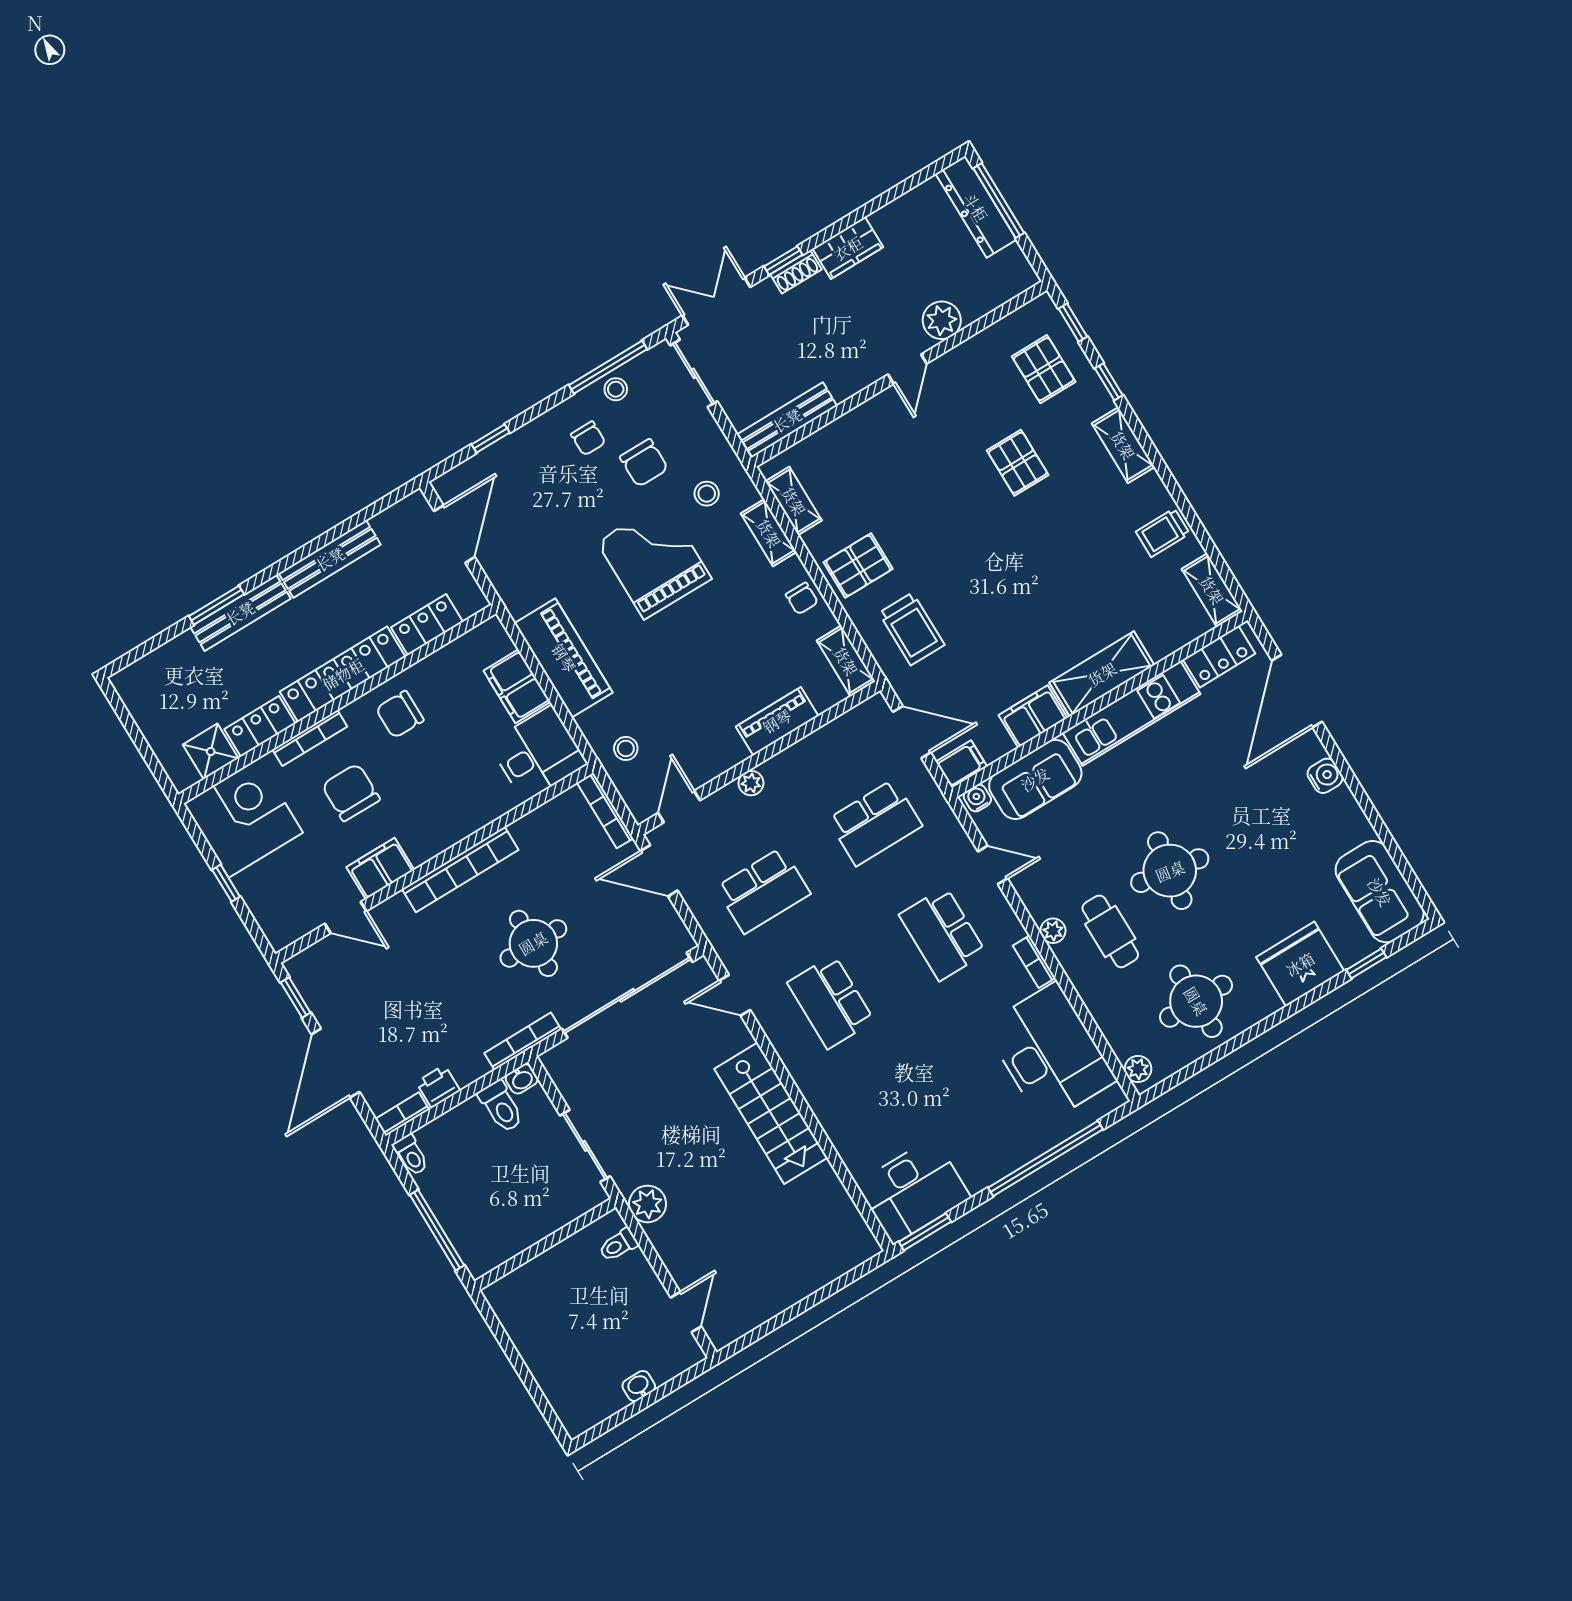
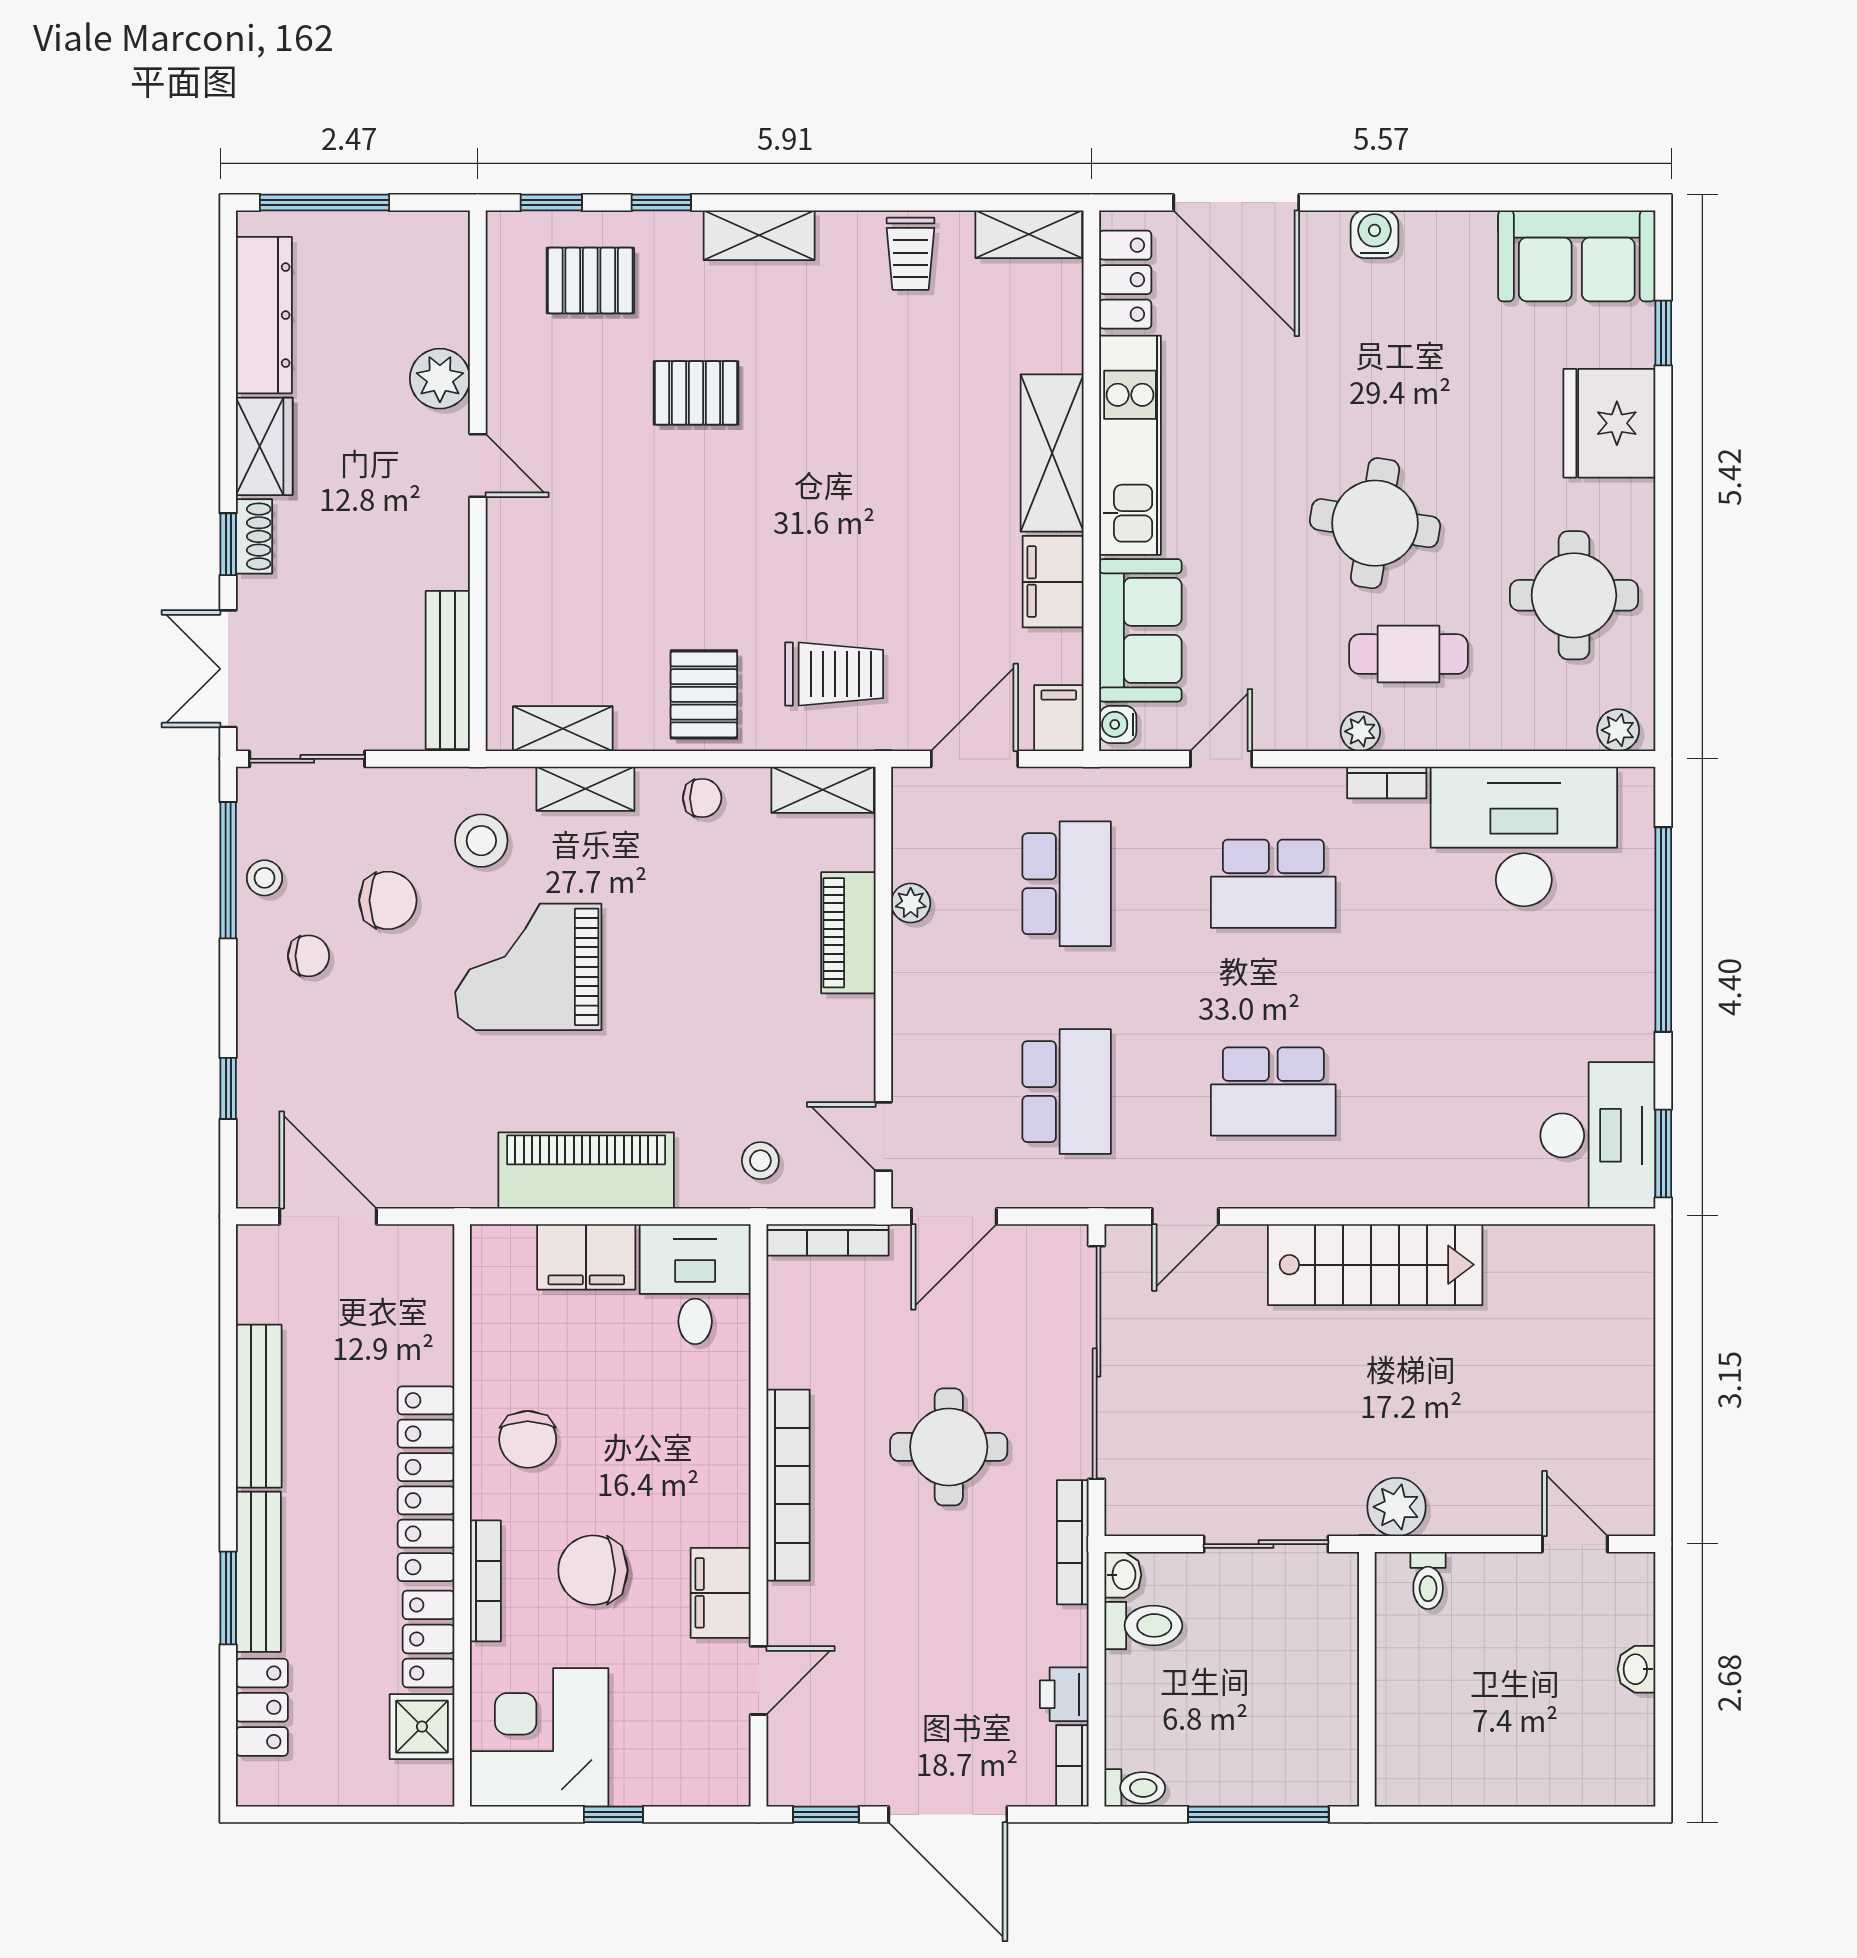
dresser: (976, 207) -> (264, 315), moved, turned -90
stool: (707, 494) -> (481, 841), width x1.37, depth x1.37
locker: (427, 625) -> (262, 1707), moved, turned 180
plant: (751, 783) -> (911, 903), moved

